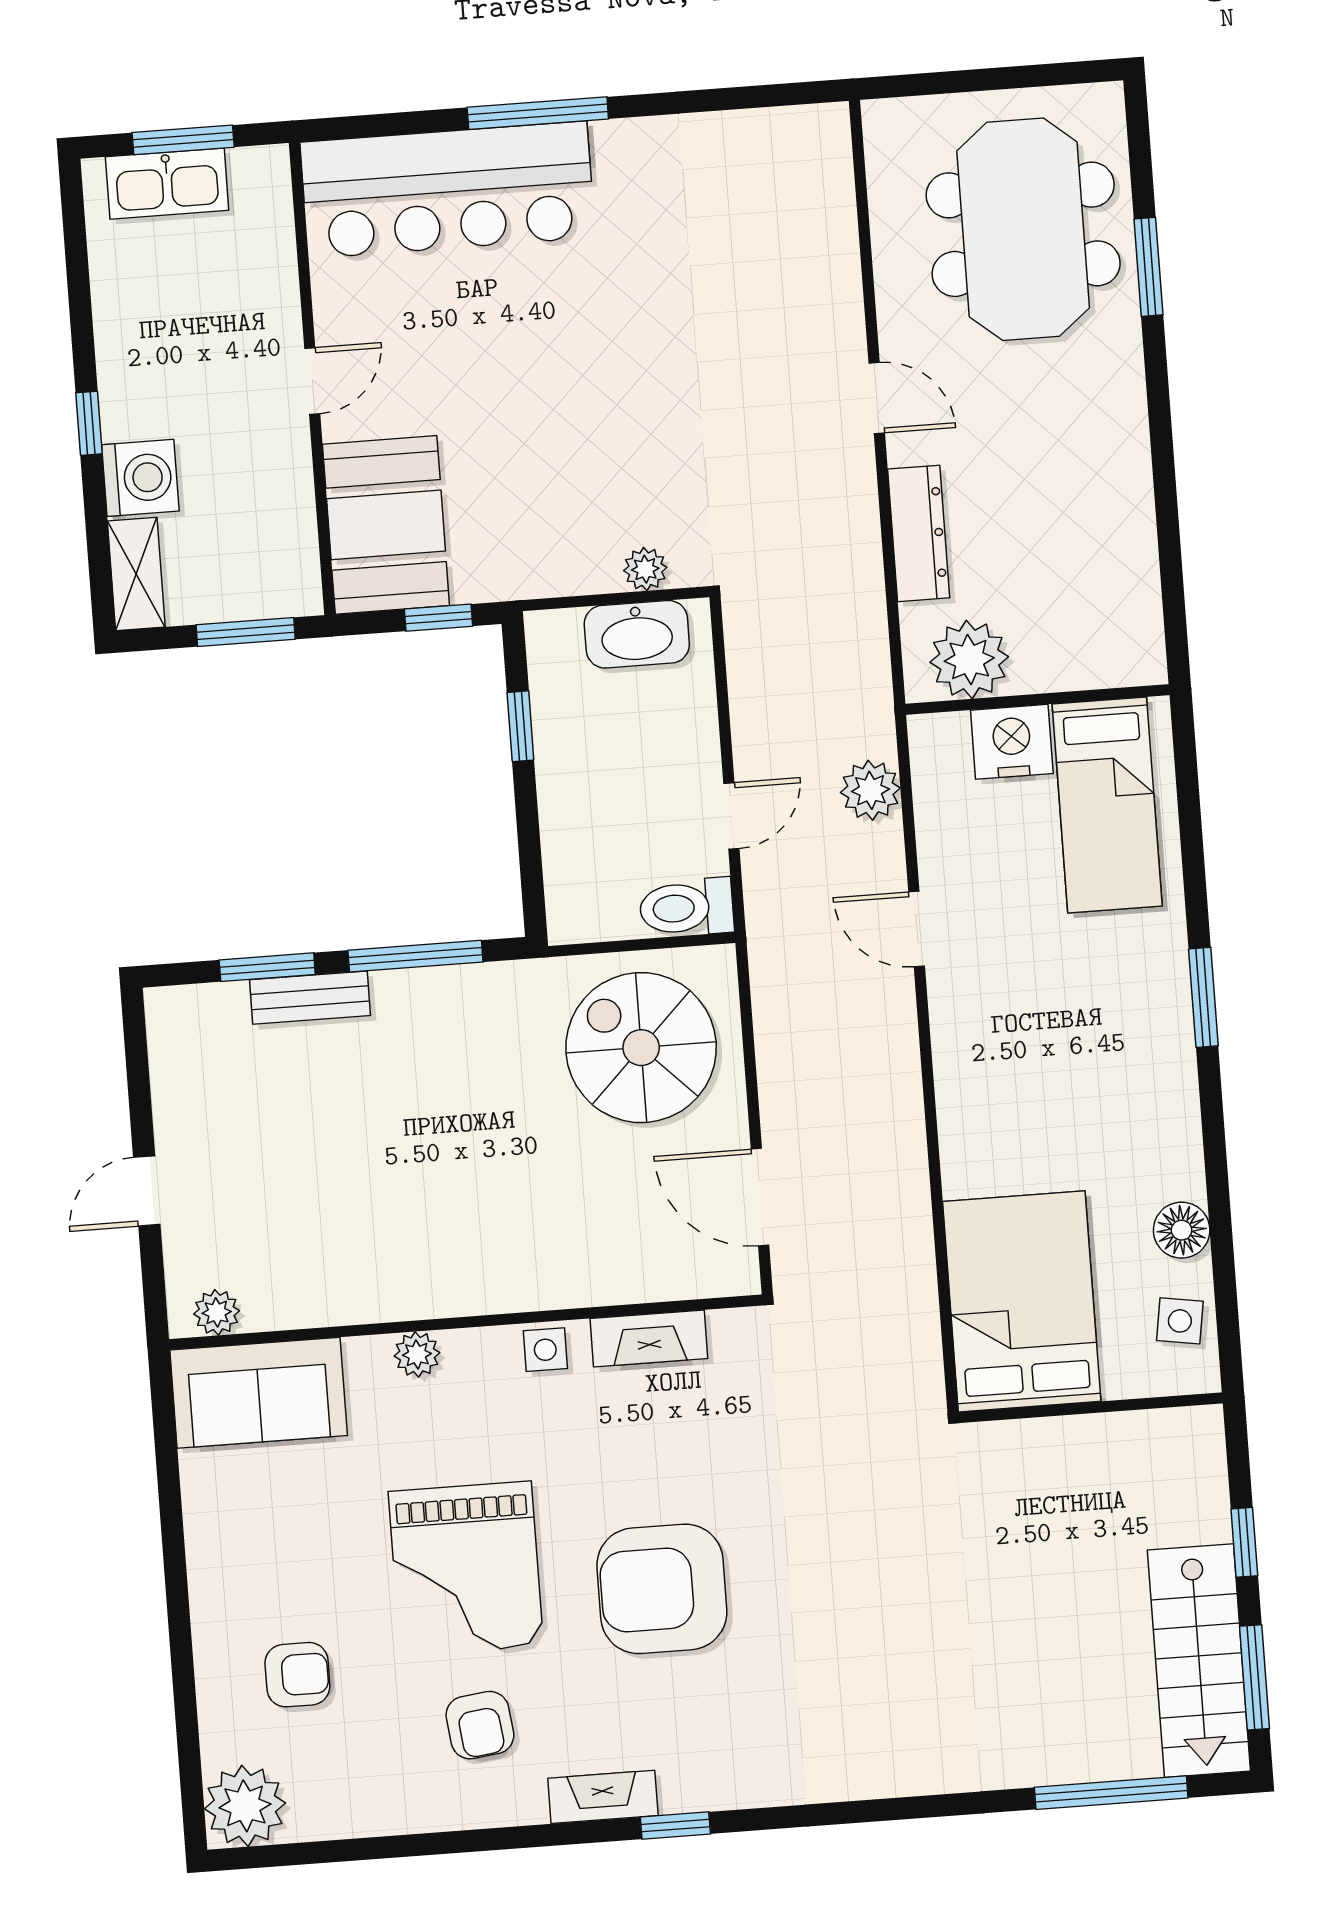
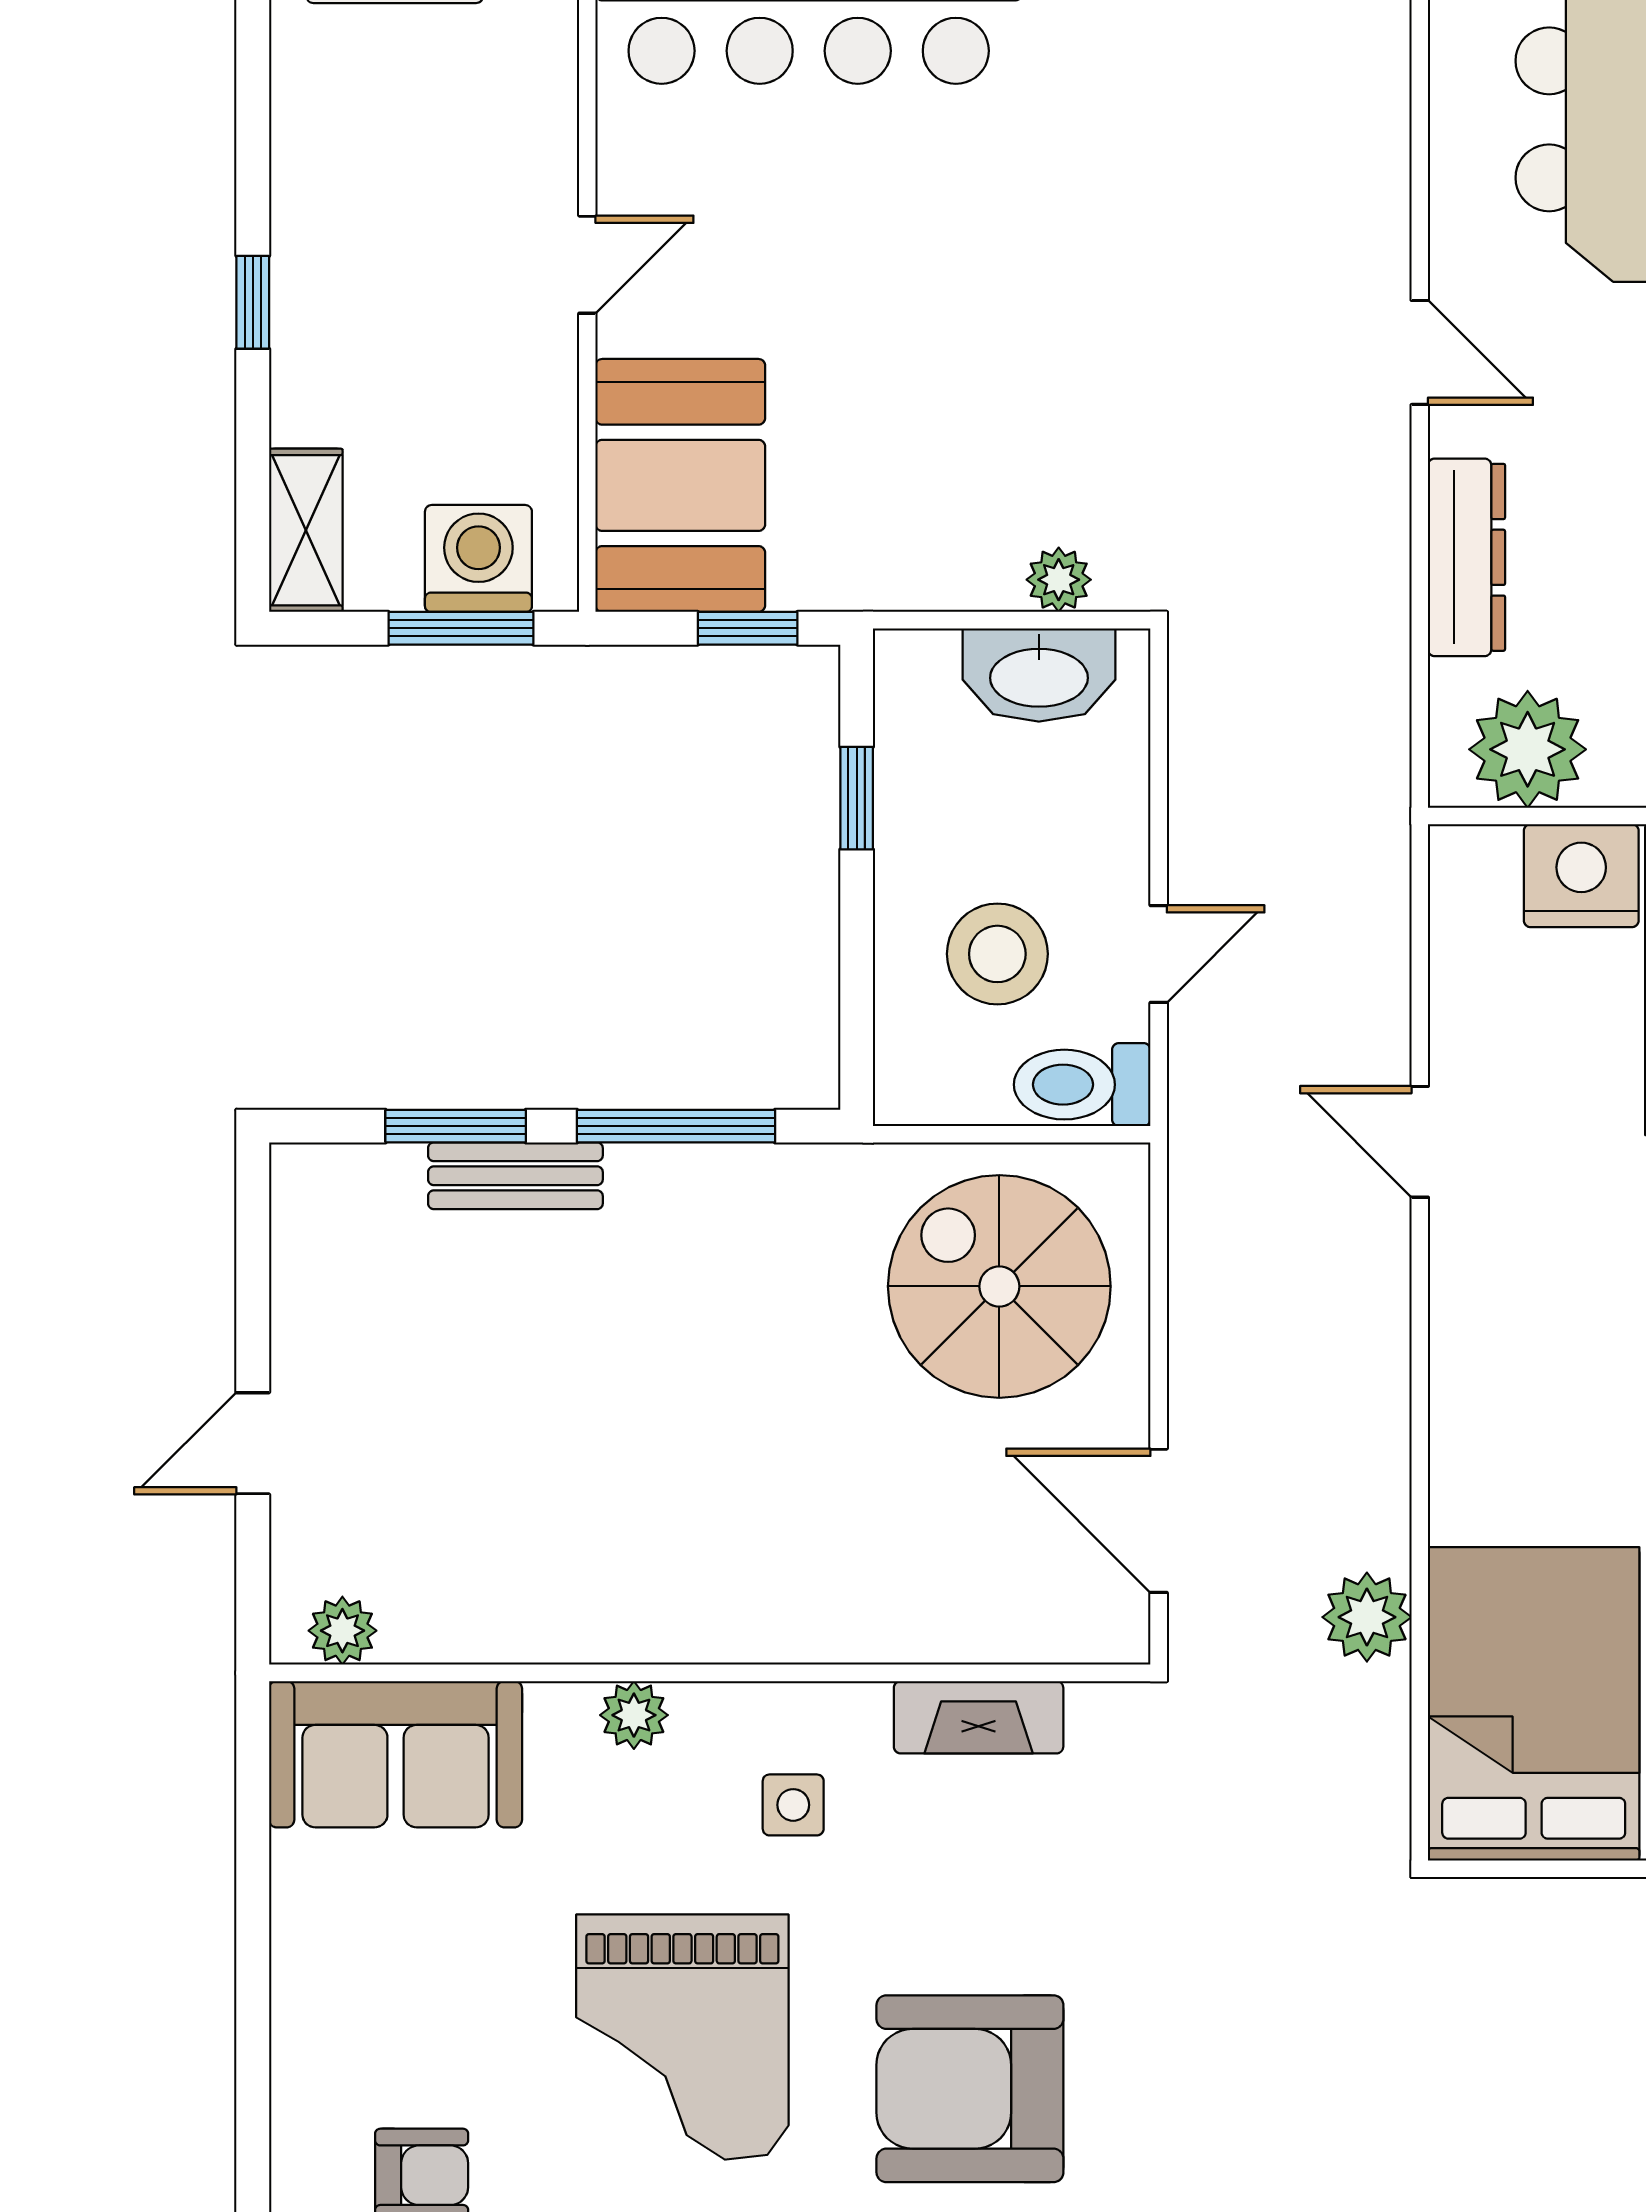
washing machine: (140, 478) -> (478, 558), moved, turned -90
plant: (870, 790) -> (1367, 1617), moved
stool: (623, 824) -> (997, 954), added
side table: (545, 1350) -> (793, 1805), moved

